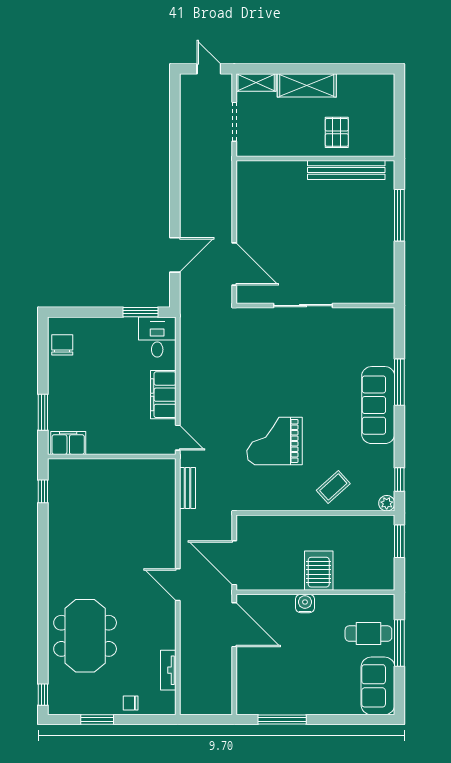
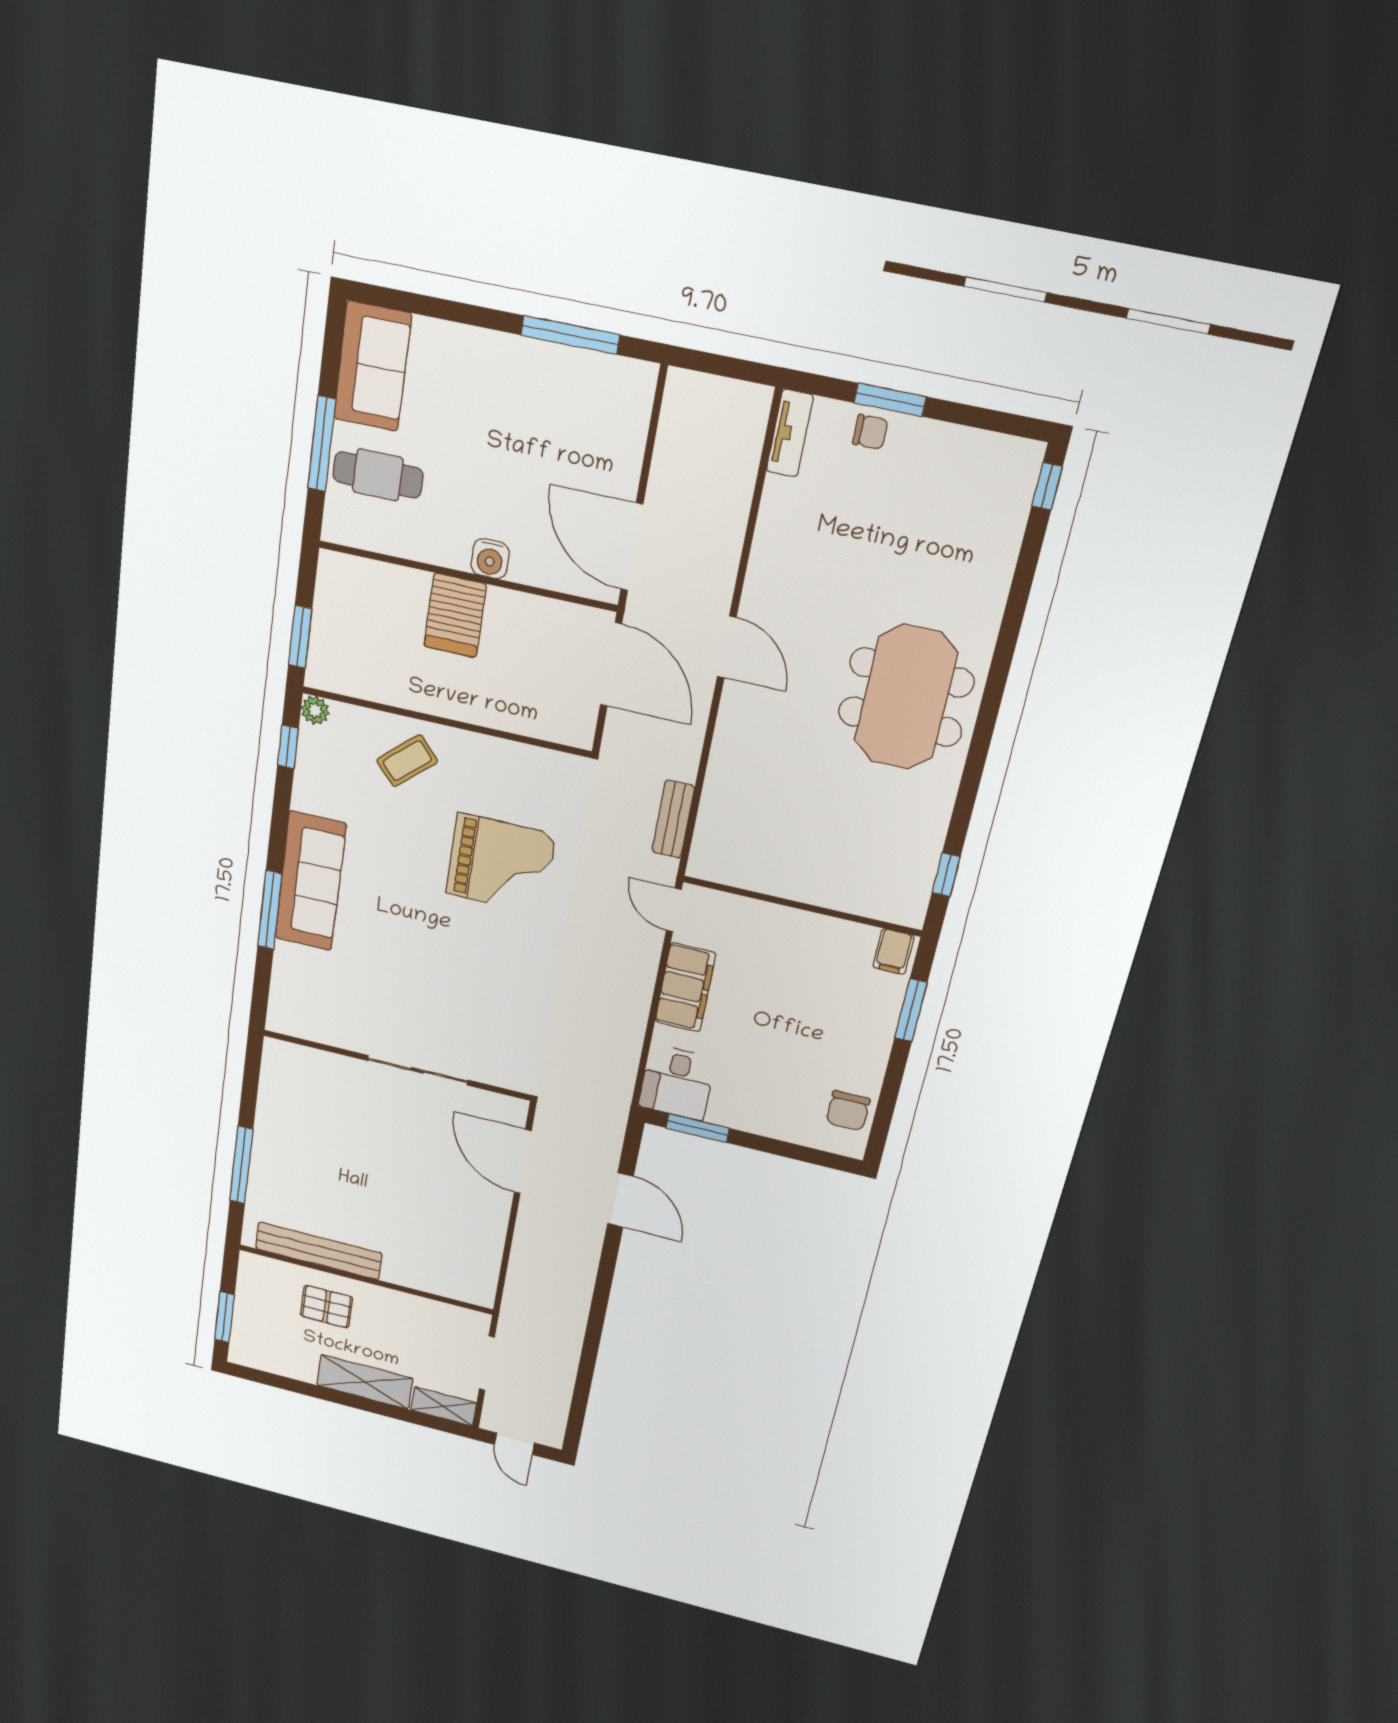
window: (399, 106) -> (225, 1317), added
pallet: (337, 132) -> (327, 1307), turned 90
door: (175, 255) -> (620, 1200), swing flipped
filing cabinet: (68, 443) -> (893, 952), width x0.50
meeting table: (85, 636) -> (906, 697), moved
tv unit: (168, 670) -> (790, 433), moved
window: (97, 719) -> (890, 400), moved

